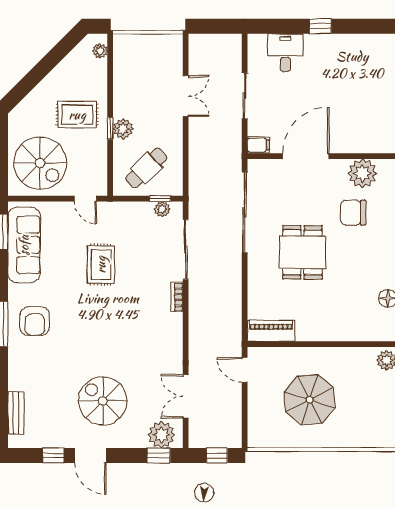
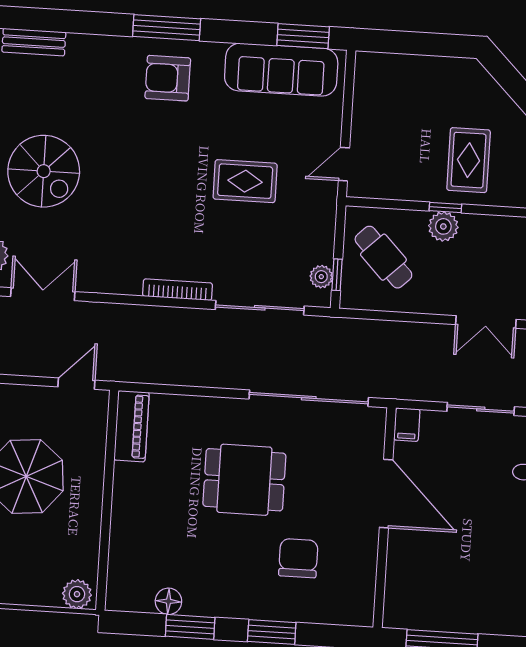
spiral stairs: (40, 163) -> (400, 101), removed
plant: (362, 173) -> (355, 576), removed
bookcase: (177, 297) -> (178, 290), width x1.56
spiral stairs: (103, 401) -> (44, 171), turned 90

